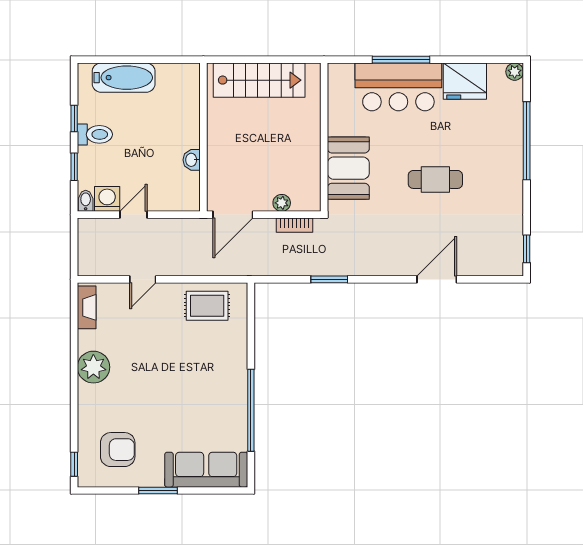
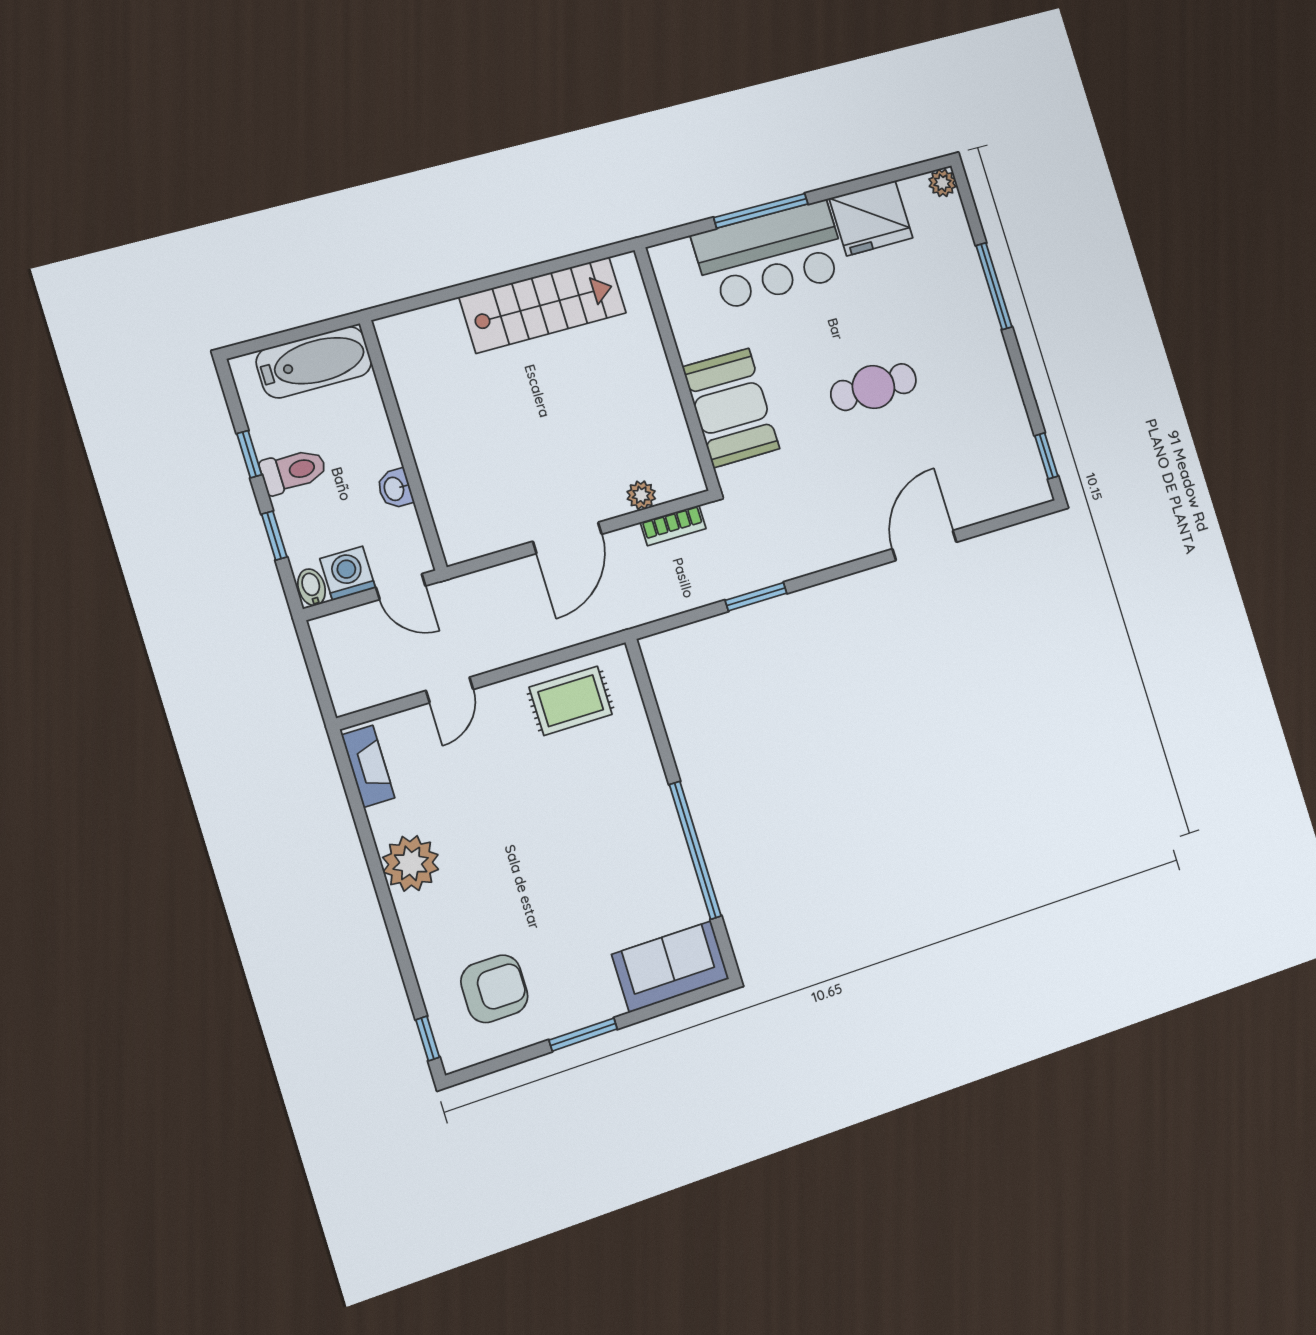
wall: (203, 137) -> (403, 445), moved
window: (527, 141) -> (994, 286), width x0.68
washbasin: (192, 160) -> (395, 489), moved
door: (133, 215) -> (401, 587), swing flipped
sofa: (206, 470) -> (670, 967), width x0.73

